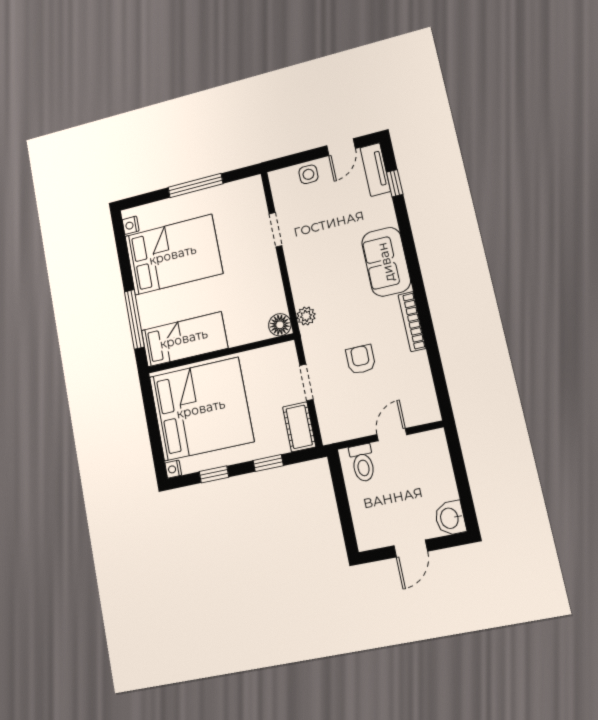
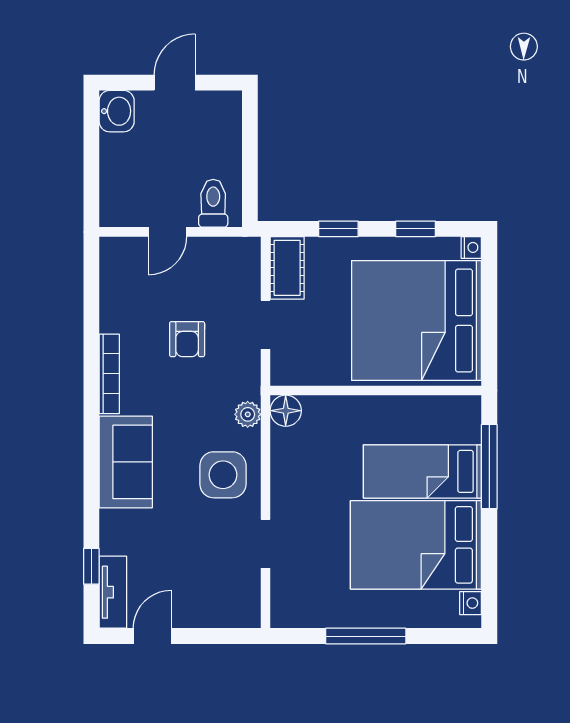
side table: (308, 174) -> (223, 475), moved, width x1.87, depth x1.87
bed: (184, 339) -> (422, 471), moved

